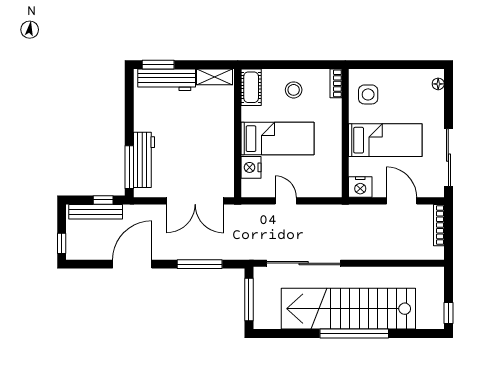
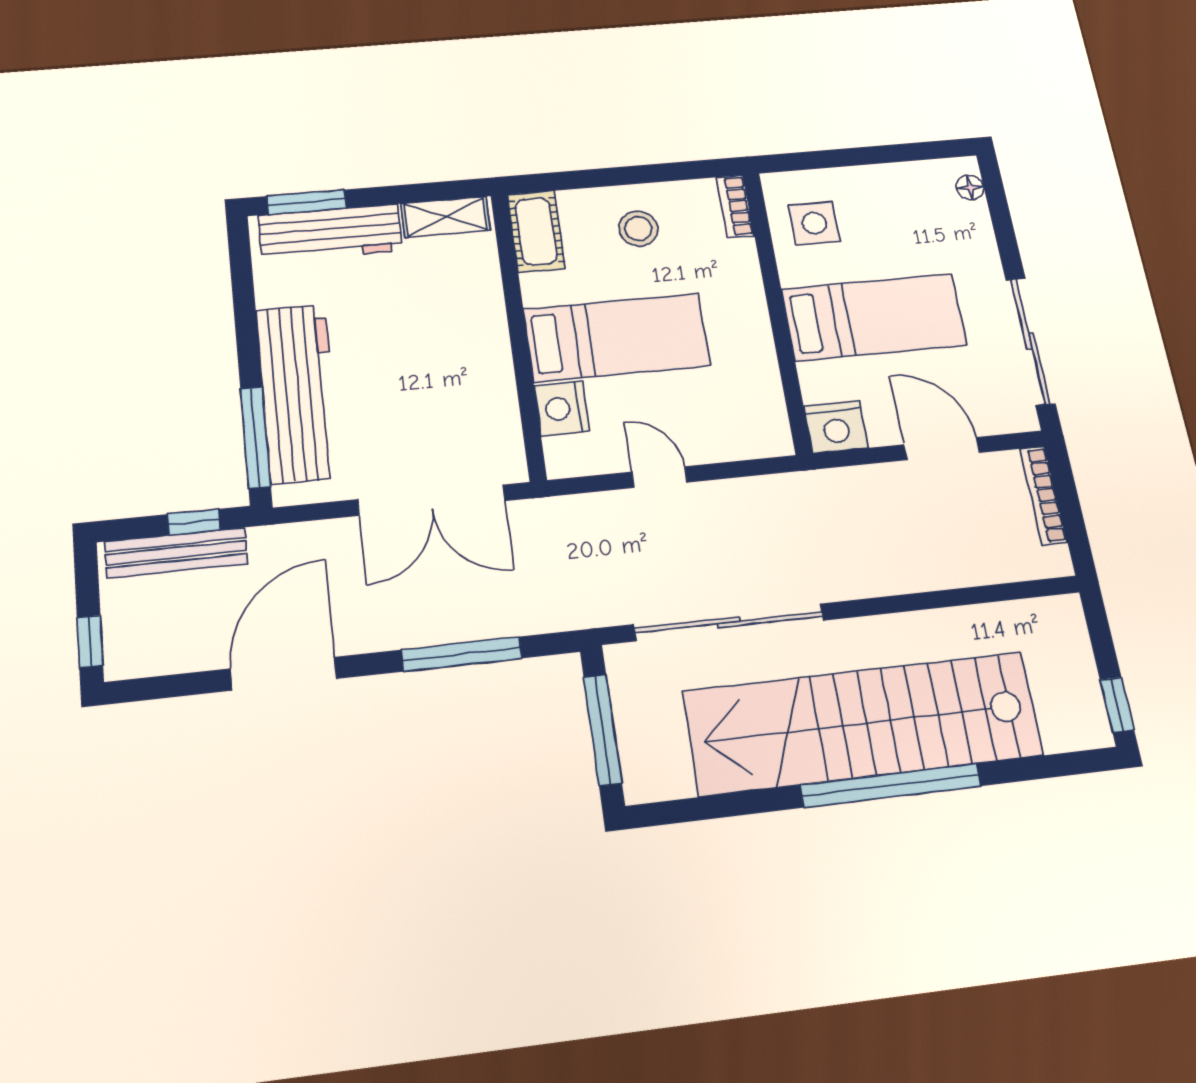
workbench: (144, 160) -> (298, 393), width x1.36, depth x1.32

